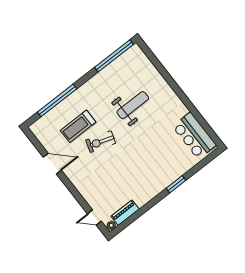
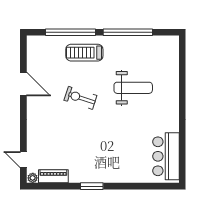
window: (114, 56) -> (128, 32), moved
treadmill: (78, 126) -> (84, 53), moved
window: (176, 184) -> (92, 186), moved

